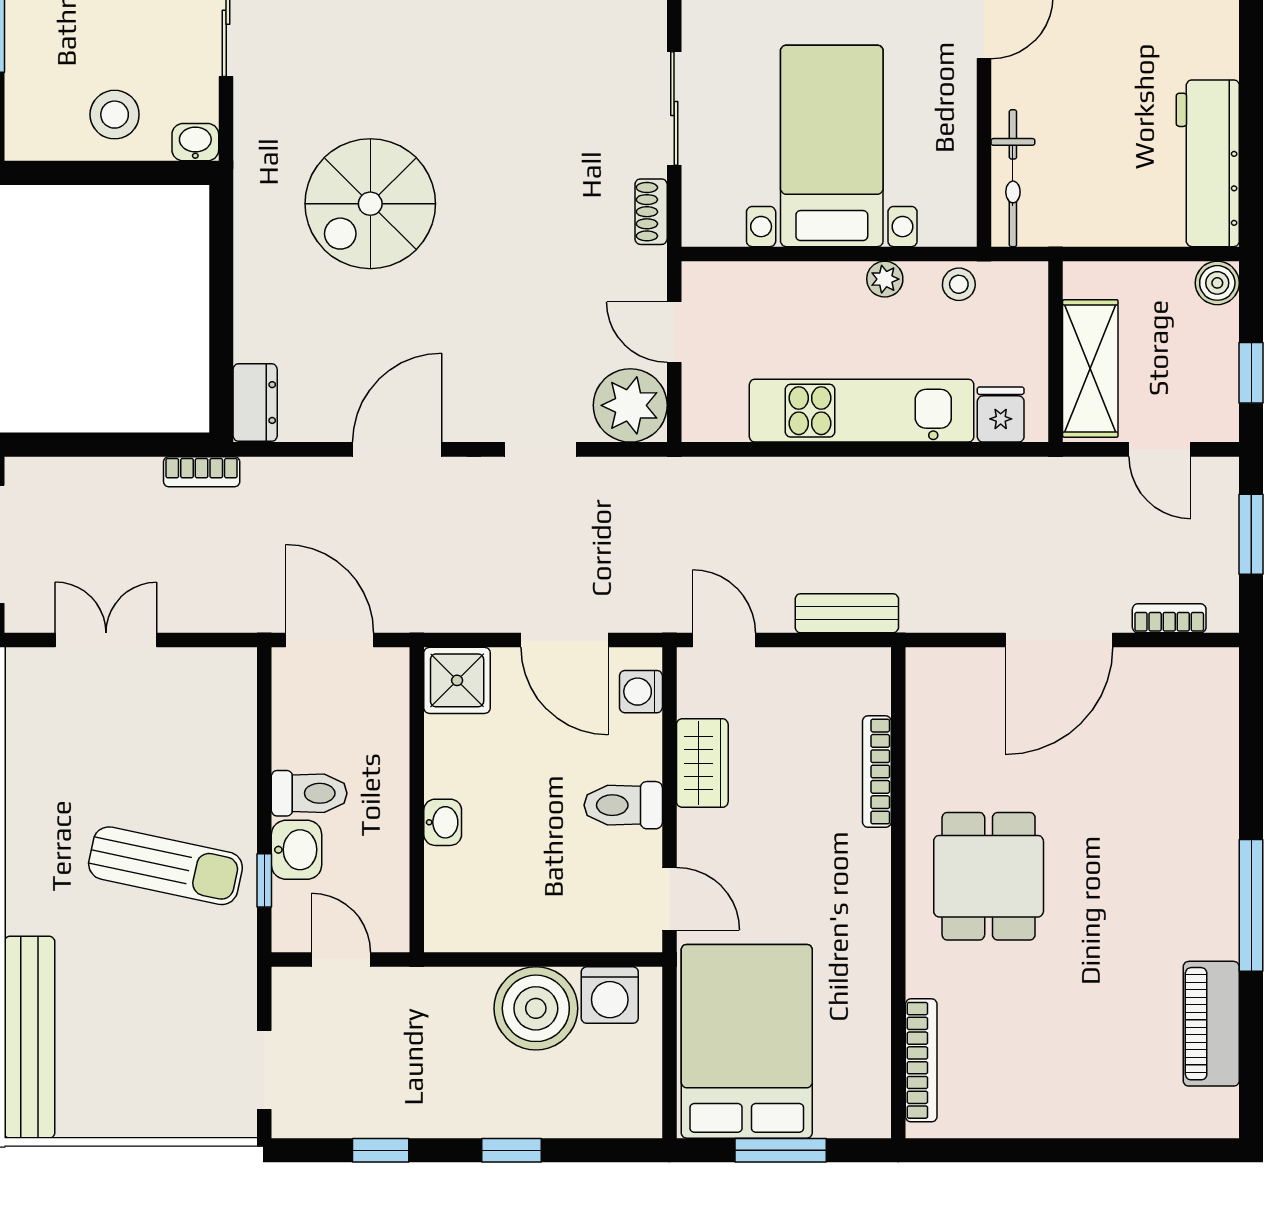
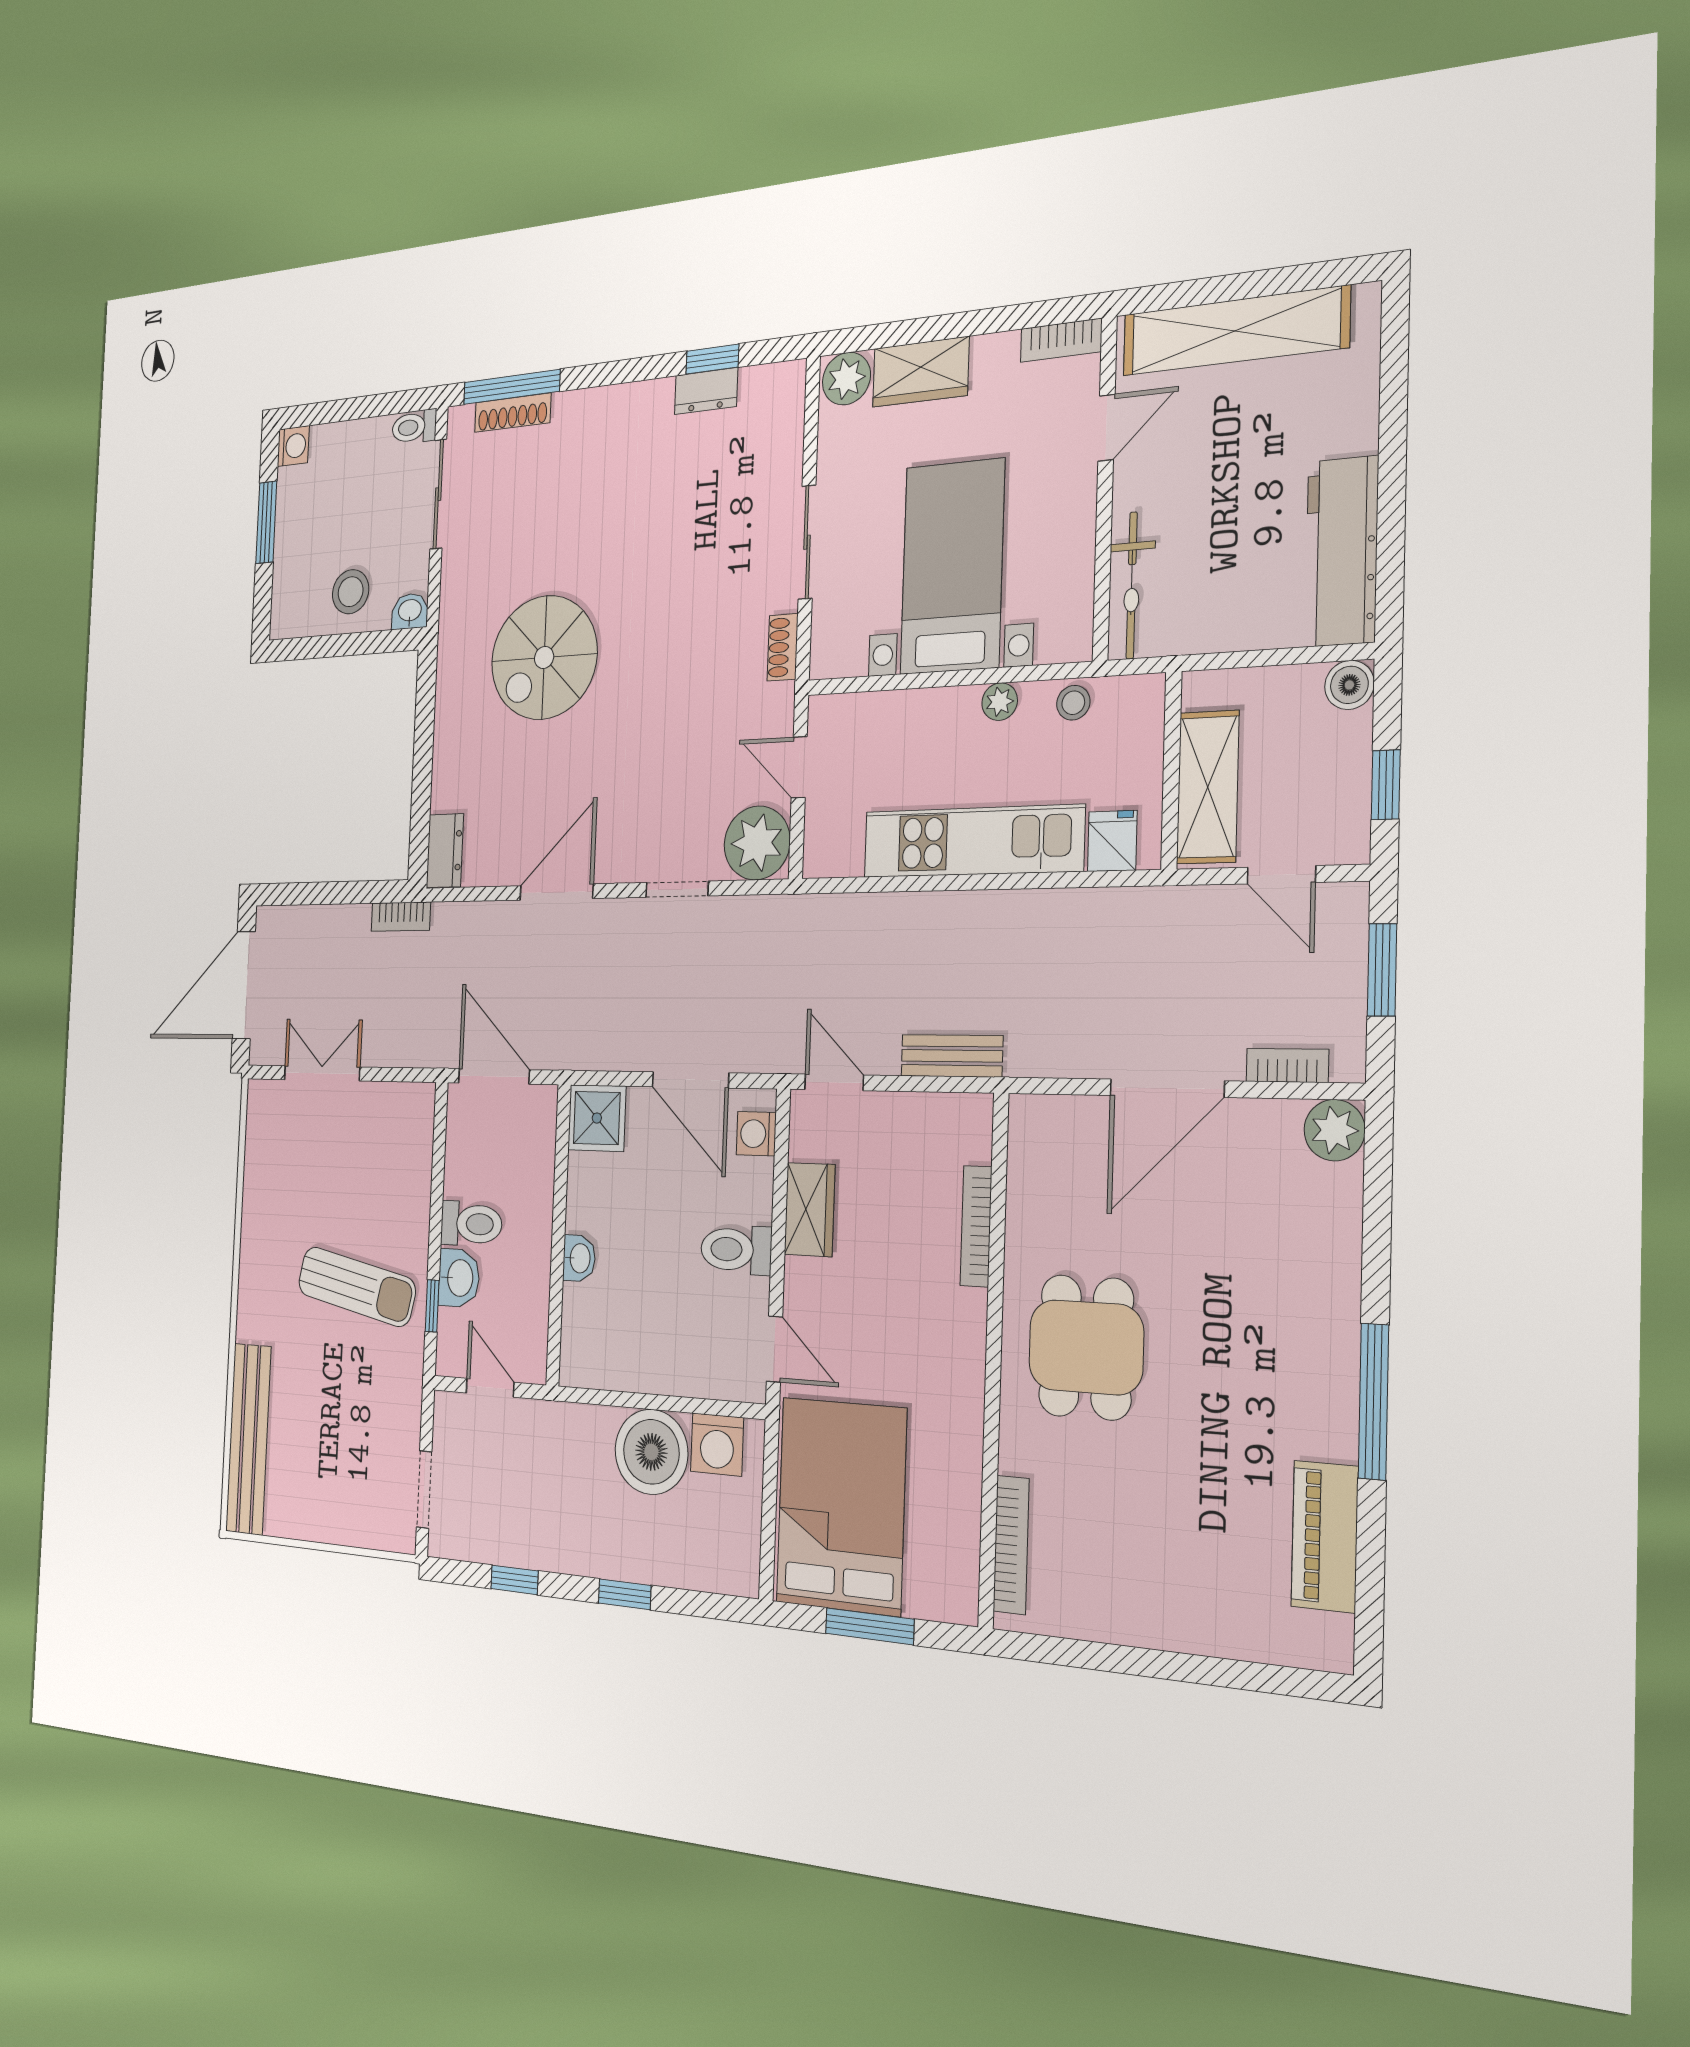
plant: (1212, 674) -> (1334, 1130), added

